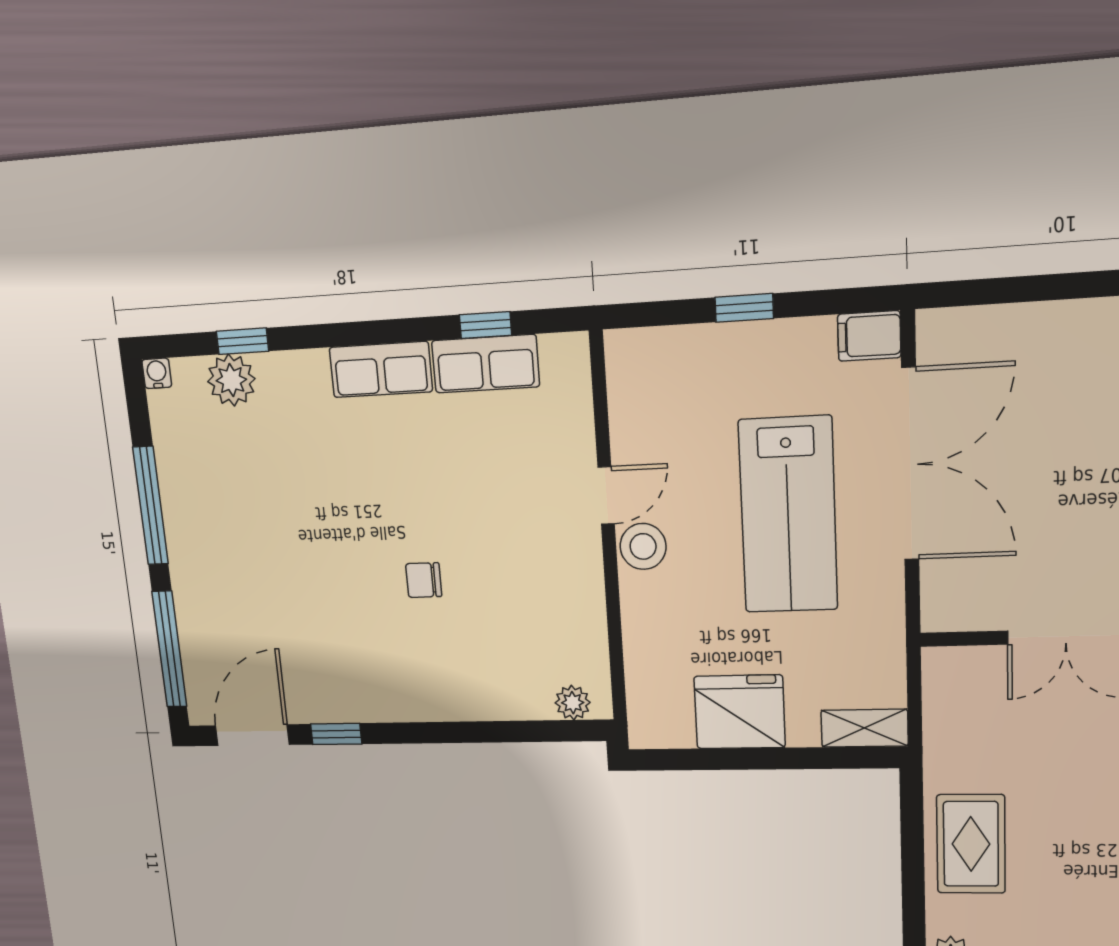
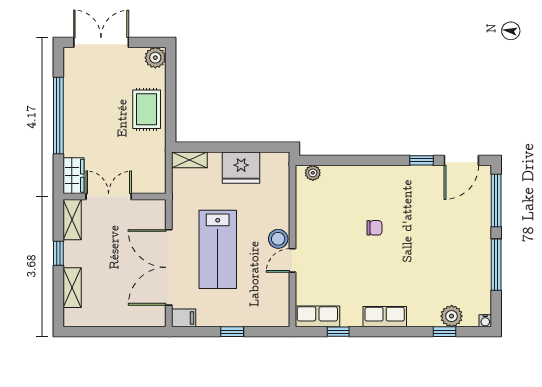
row of seats: (486, 364) -> (317, 316), moved
lab bench: (788, 515) -> (218, 249), turned 180

